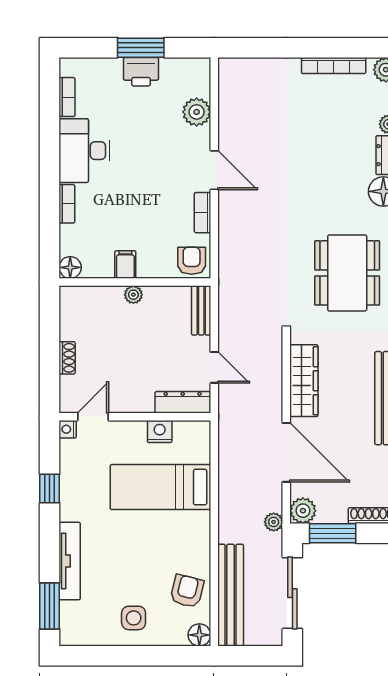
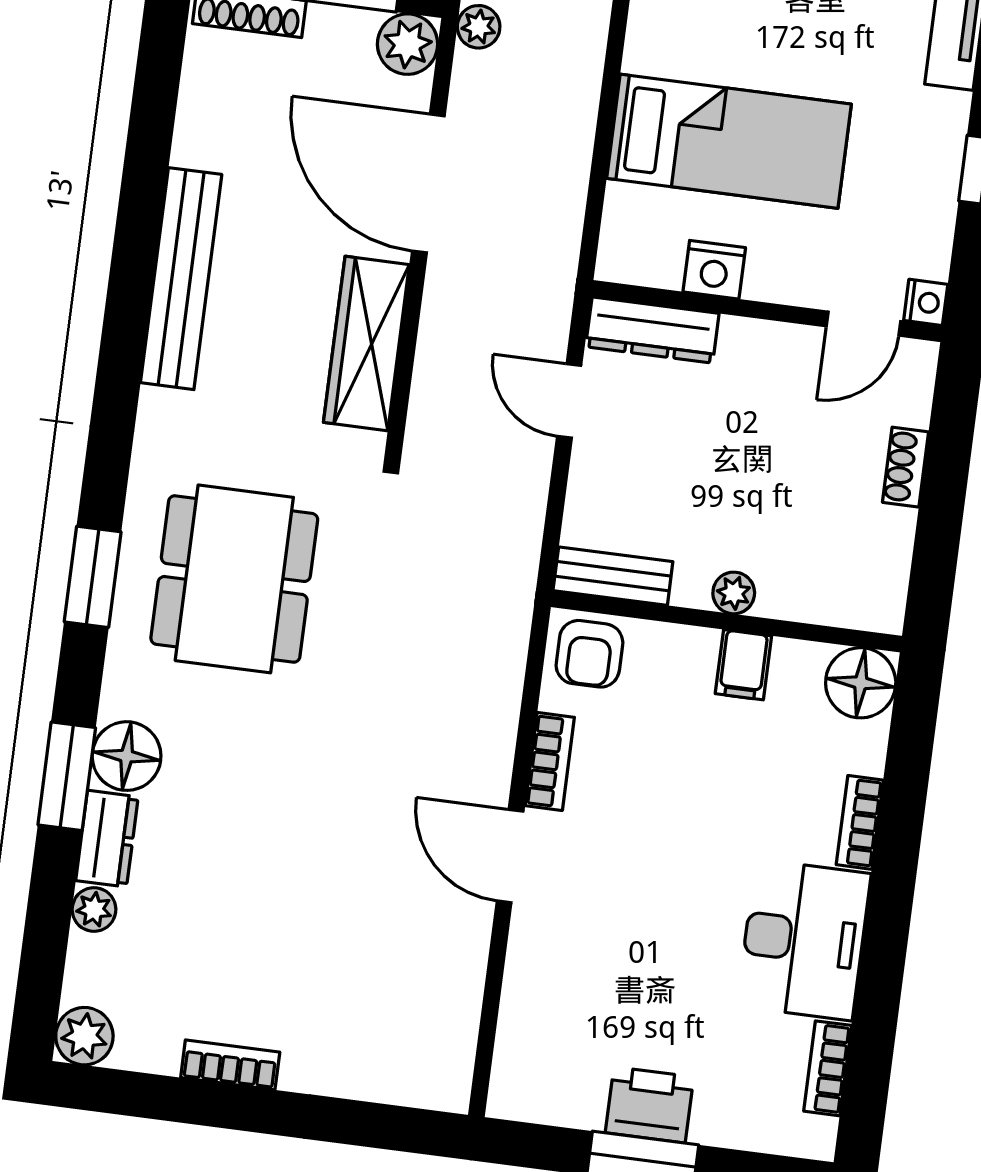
bookcase: (334, 66) -> (230, 1065), width x0.64
plant: (197, 112) -> (533, 995), removed
floor lamp: (70, 267) -> (861, 683), width x1.38, depth x1.38
bench: (201, 310) -> (613, 576), moved, turned 90

